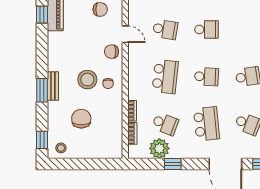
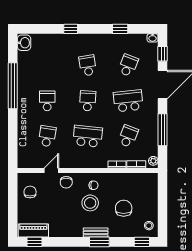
chair: (81, 119) -> (124, 208), turned 90
plant: (159, 148) -> (153, 161), moved, width x0.53, depth x0.53
window: (173, 164) -> (163, 130), width x2.17

